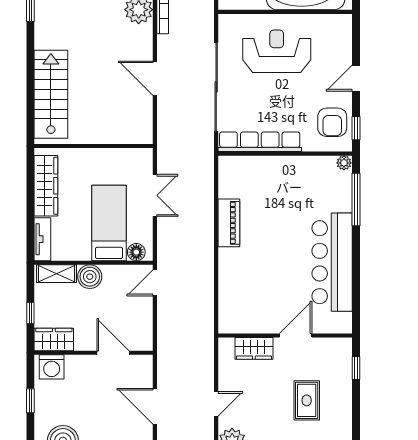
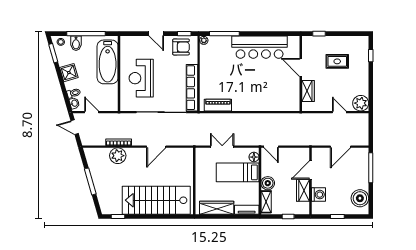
stairs: (51, 94) -> (156, 200), width x1.36, depth x1.51
piano: (229, 223) -> (218, 105), moved
wardrobe: (54, 340) -> (303, 190), moved
washing machine: (52, 367) -> (318, 195), moved

